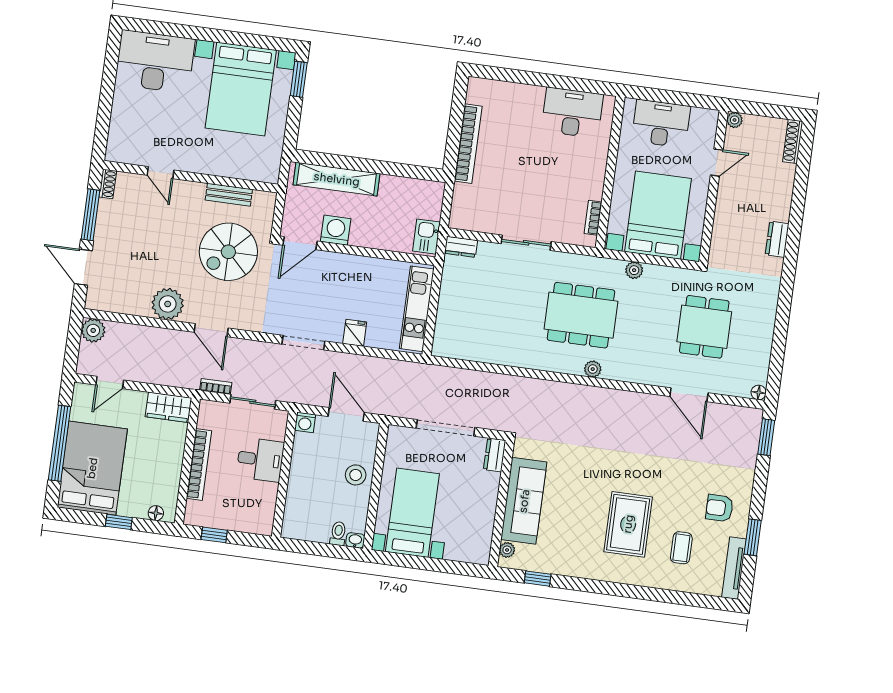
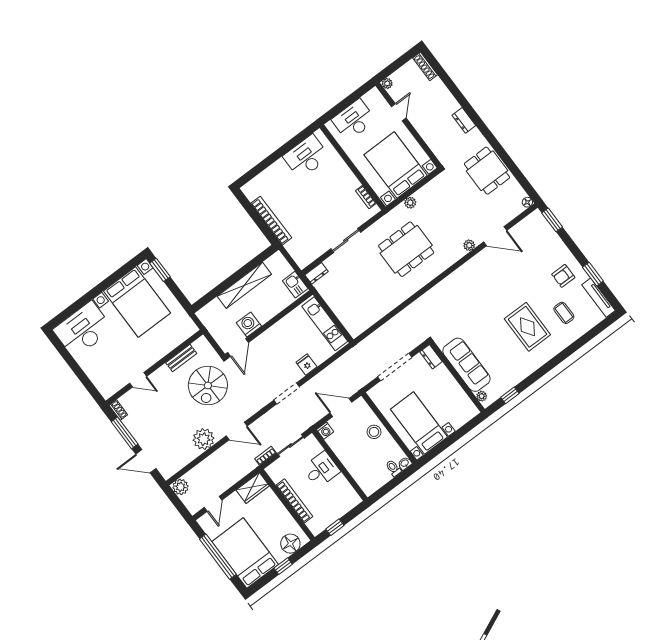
shelving: (337, 179) -> (244, 285), moved
dining table: (704, 327) -> (487, 171), moved
plant: (593, 369) -> (469, 245), moved
floor lamp: (156, 513) -> (290, 544), width x1.89, depth x1.89

